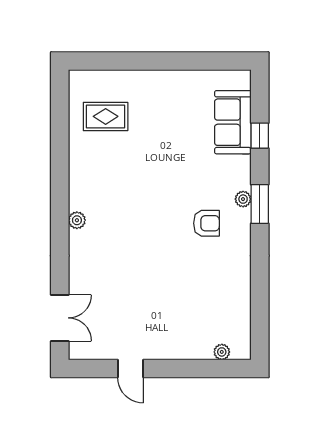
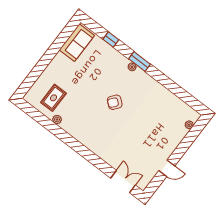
sofa: (233, 122) -> (77, 43), moved, turned -90
plant: (77, 220) -> (57, 120), moved
armchair: (206, 223) -> (115, 102), moved, turned -141

